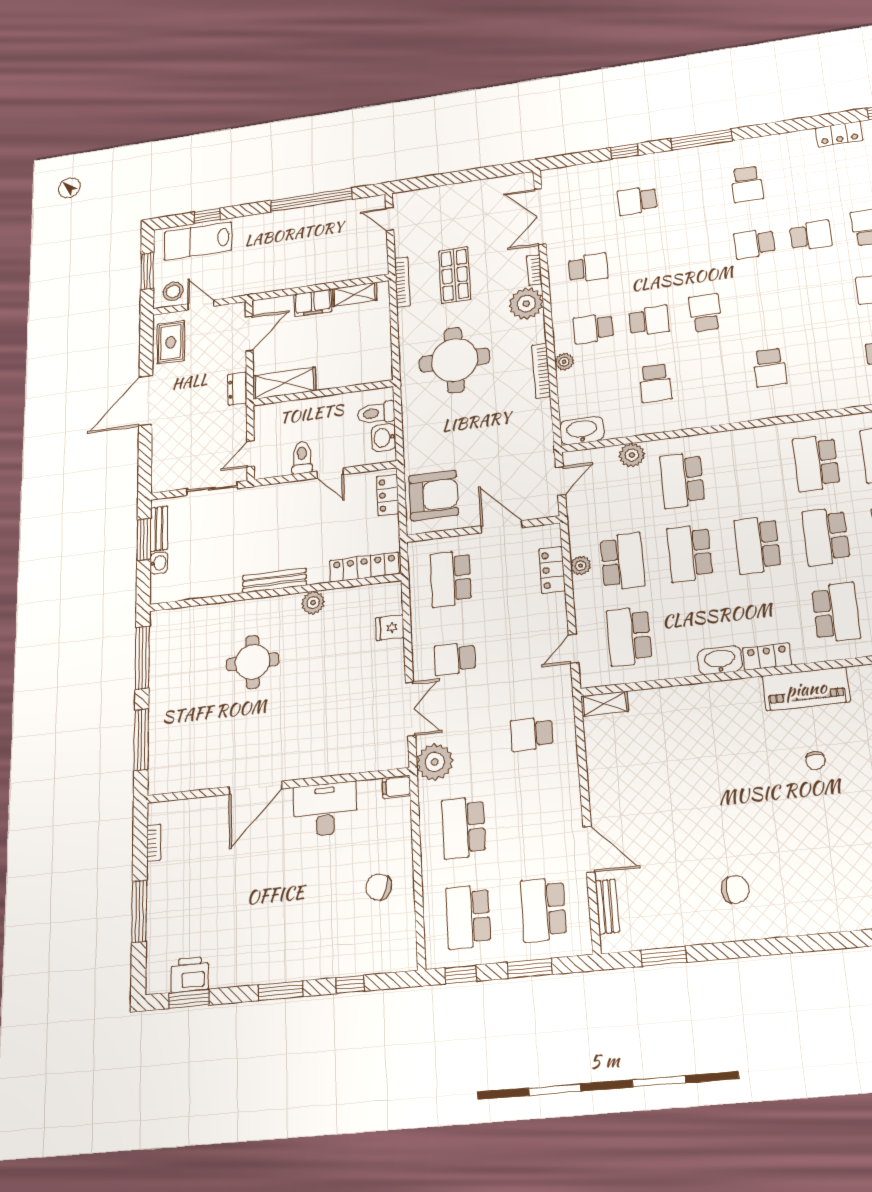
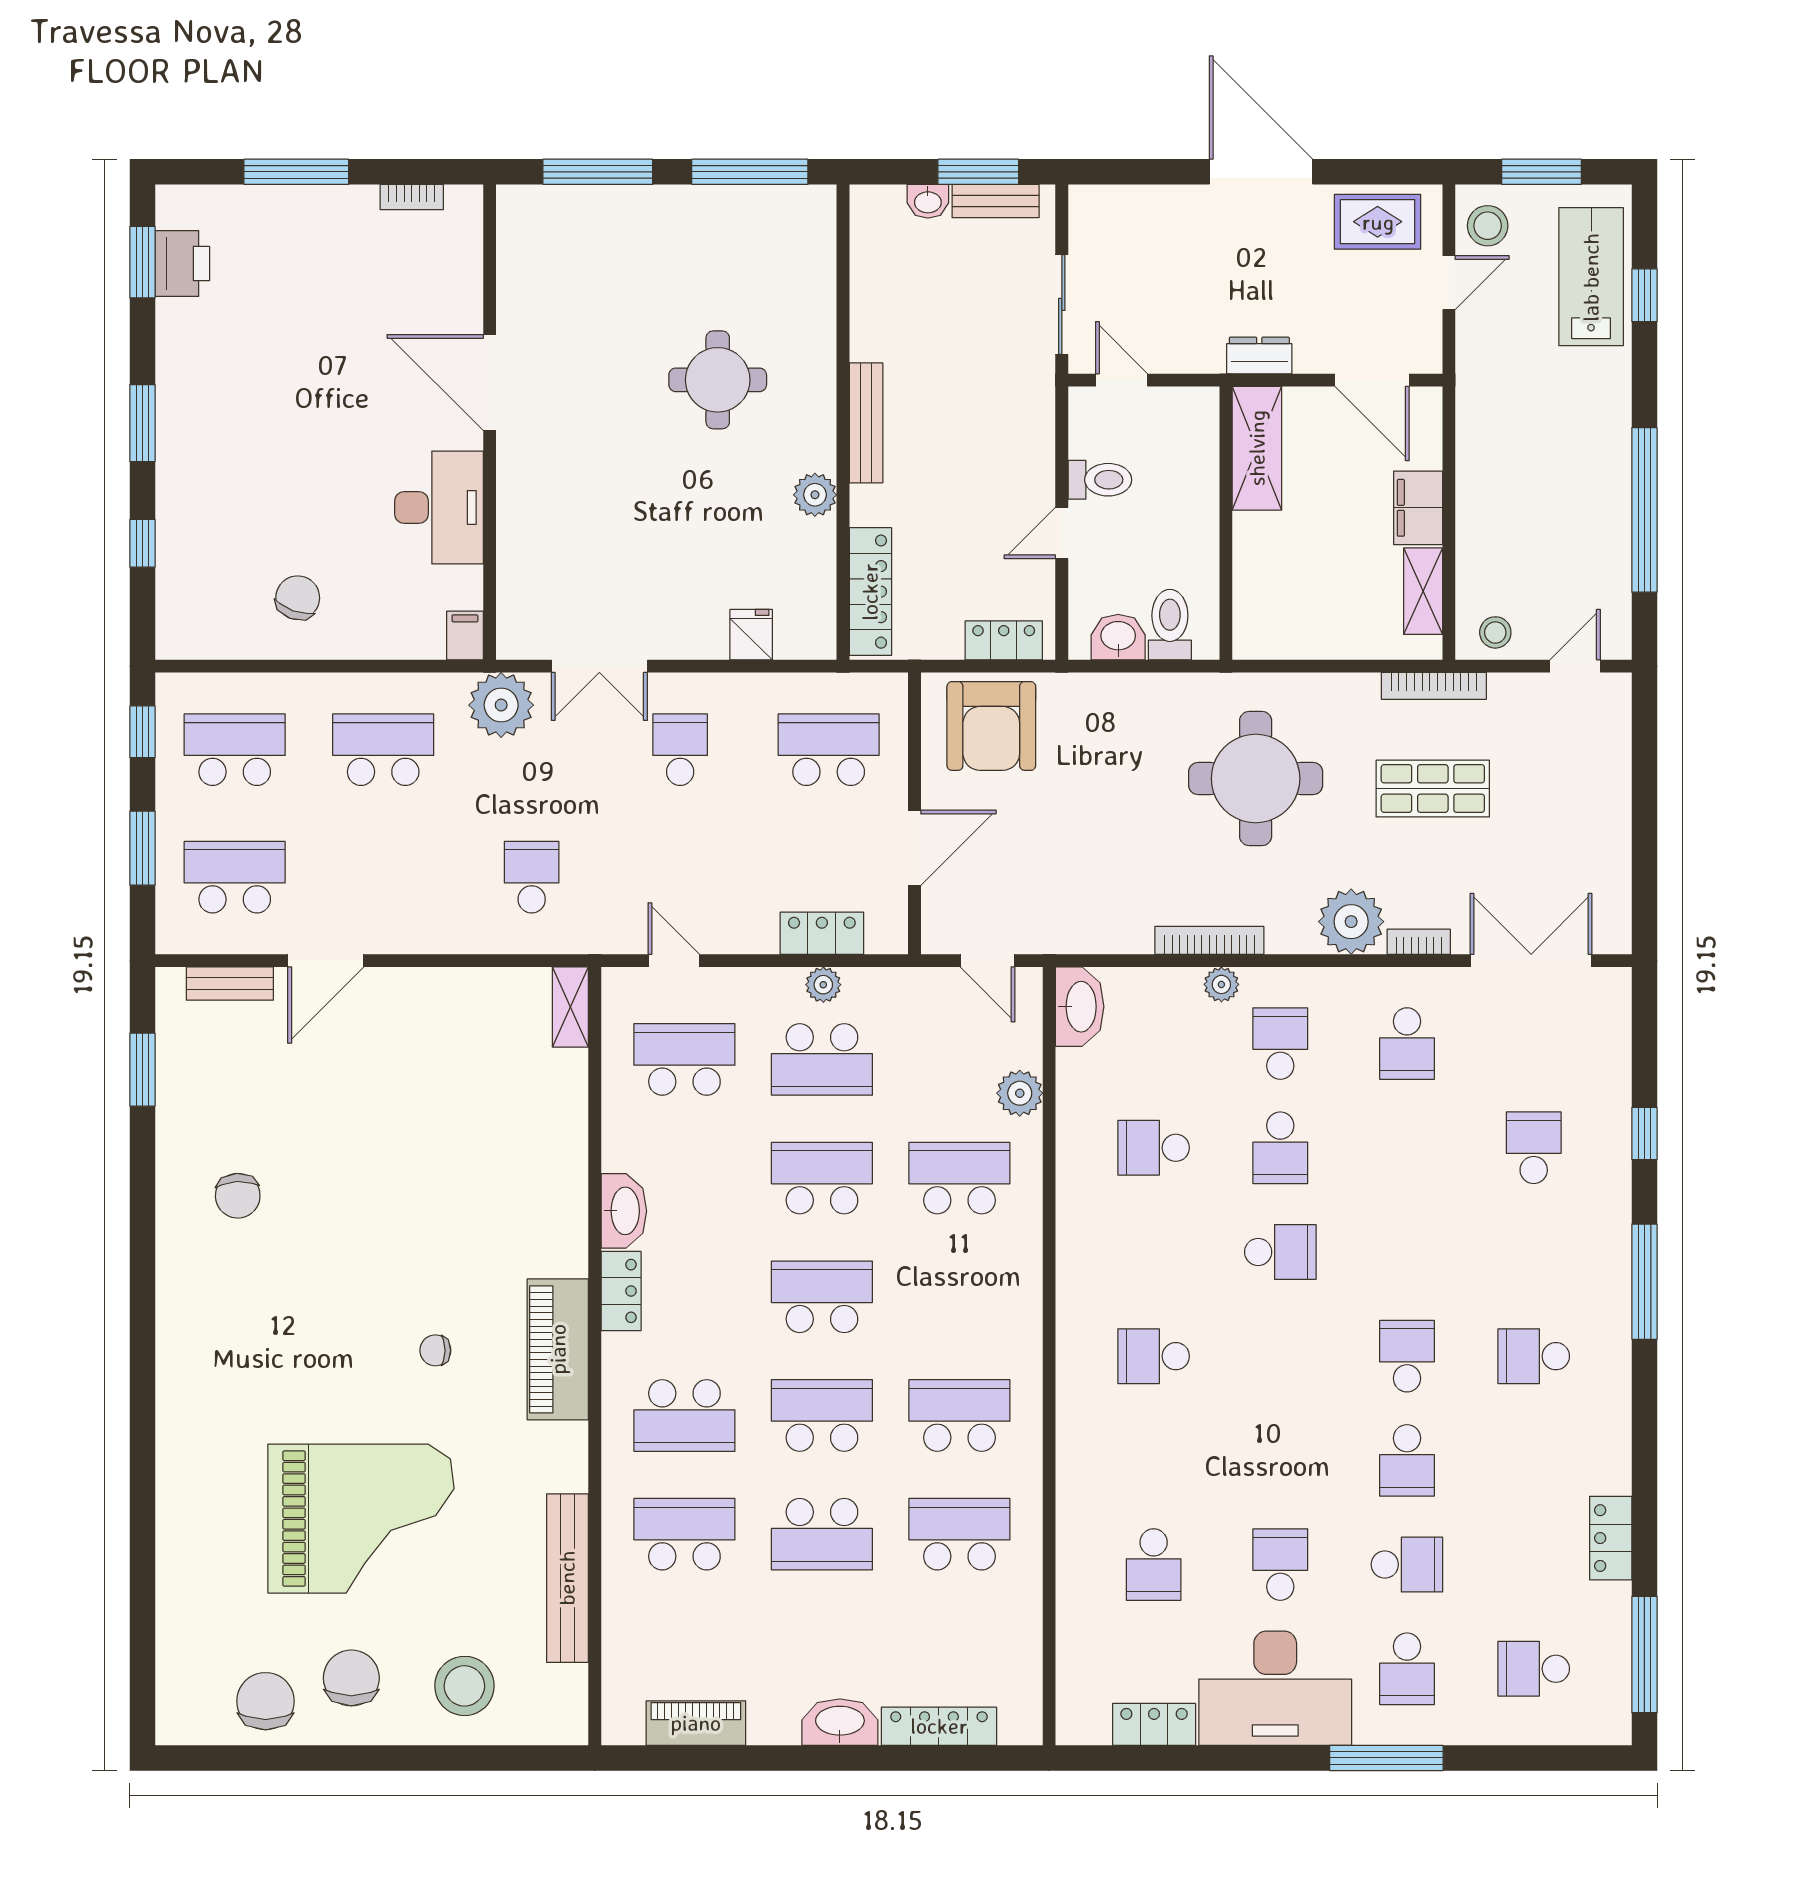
stool: (374, 258) -> (1495, 632), added

